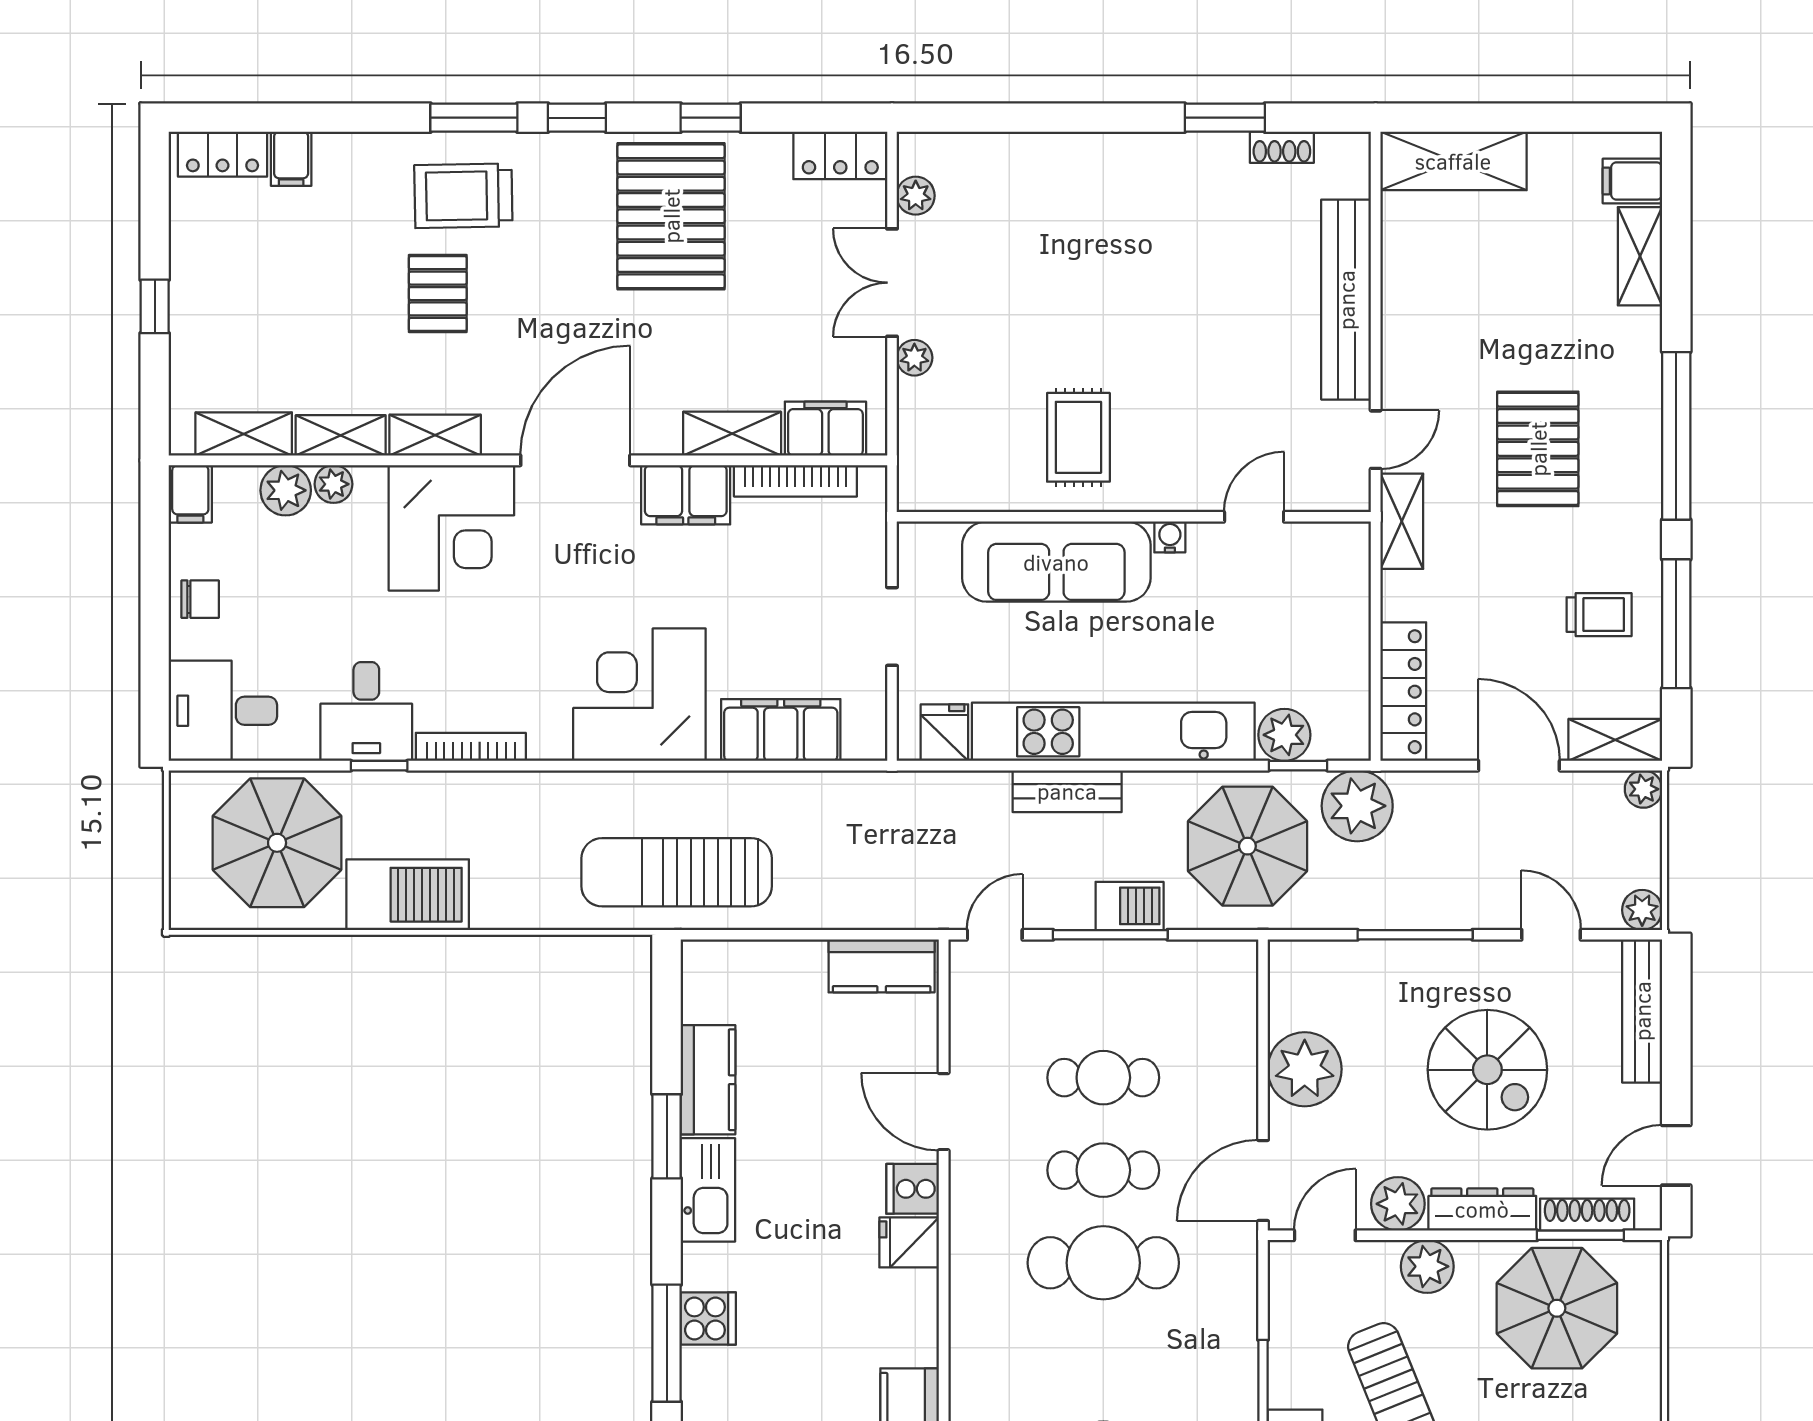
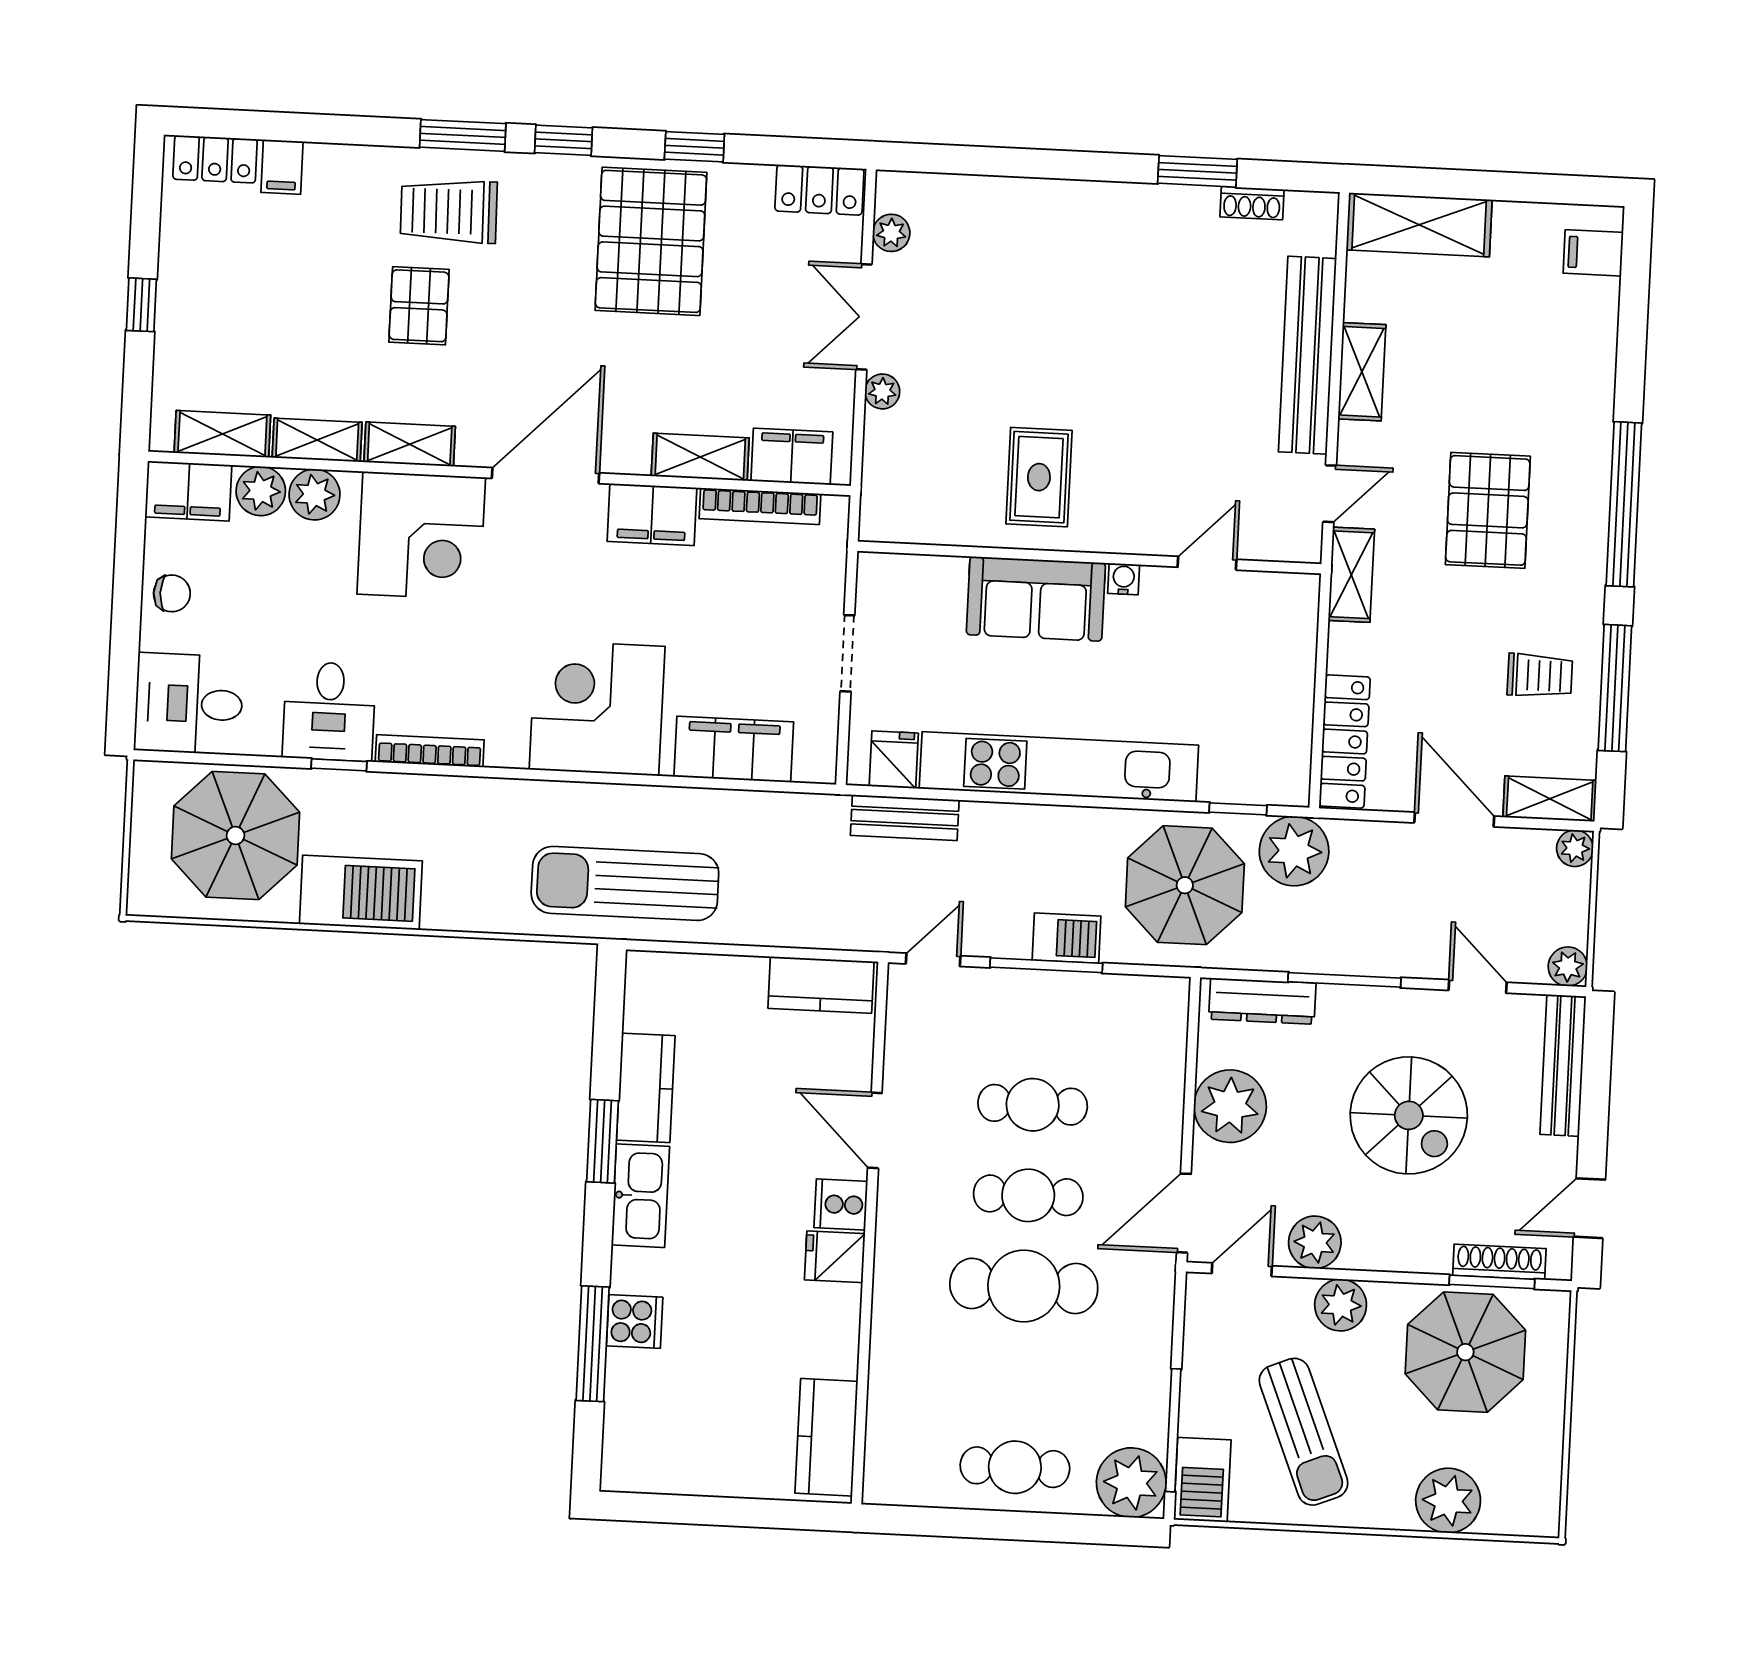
shelving: (1640, 256) -> (1362, 372), moved
plant: (334, 484) -> (314, 494), width x1.38, depth x1.38
filing cabinet: (190, 494) -> (188, 491), width x2.00
sofa: (1056, 562) -> (1036, 599), width x0.73
plant: (1284, 735) -> (1226, 778), removed
bench: (1067, 791) -> (905, 818), moved
dresser: (1482, 1209) -> (1262, 1001), moved, turned 180

